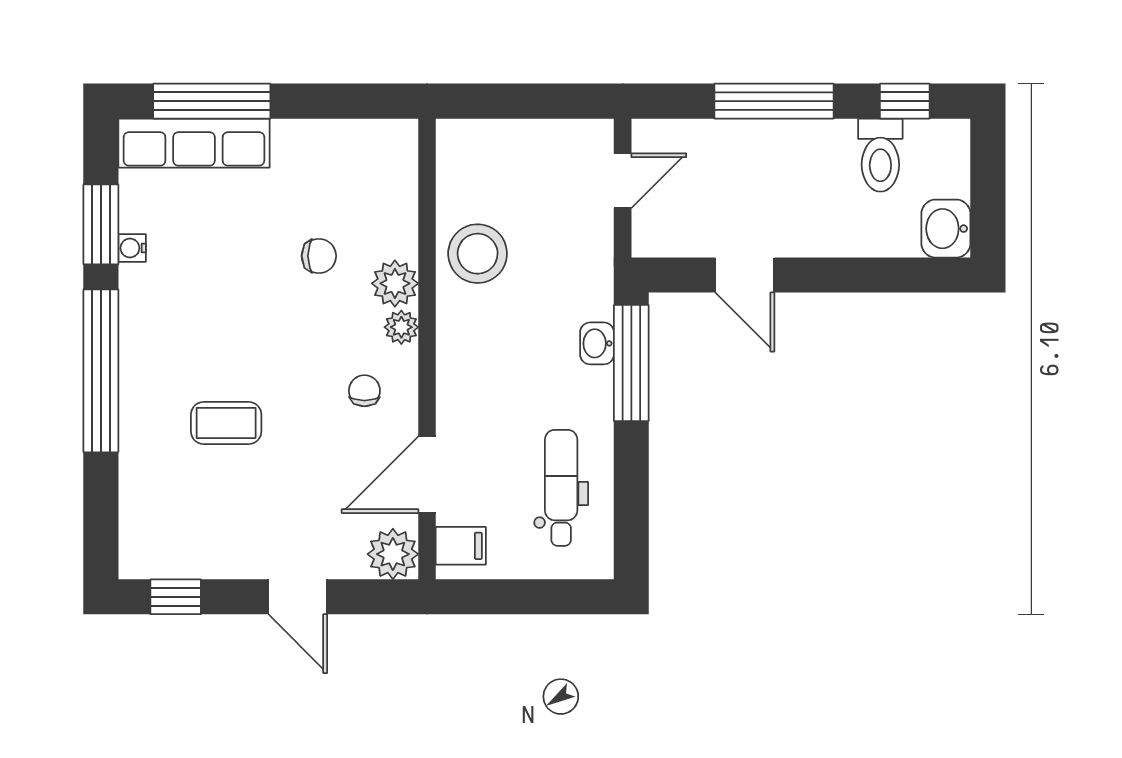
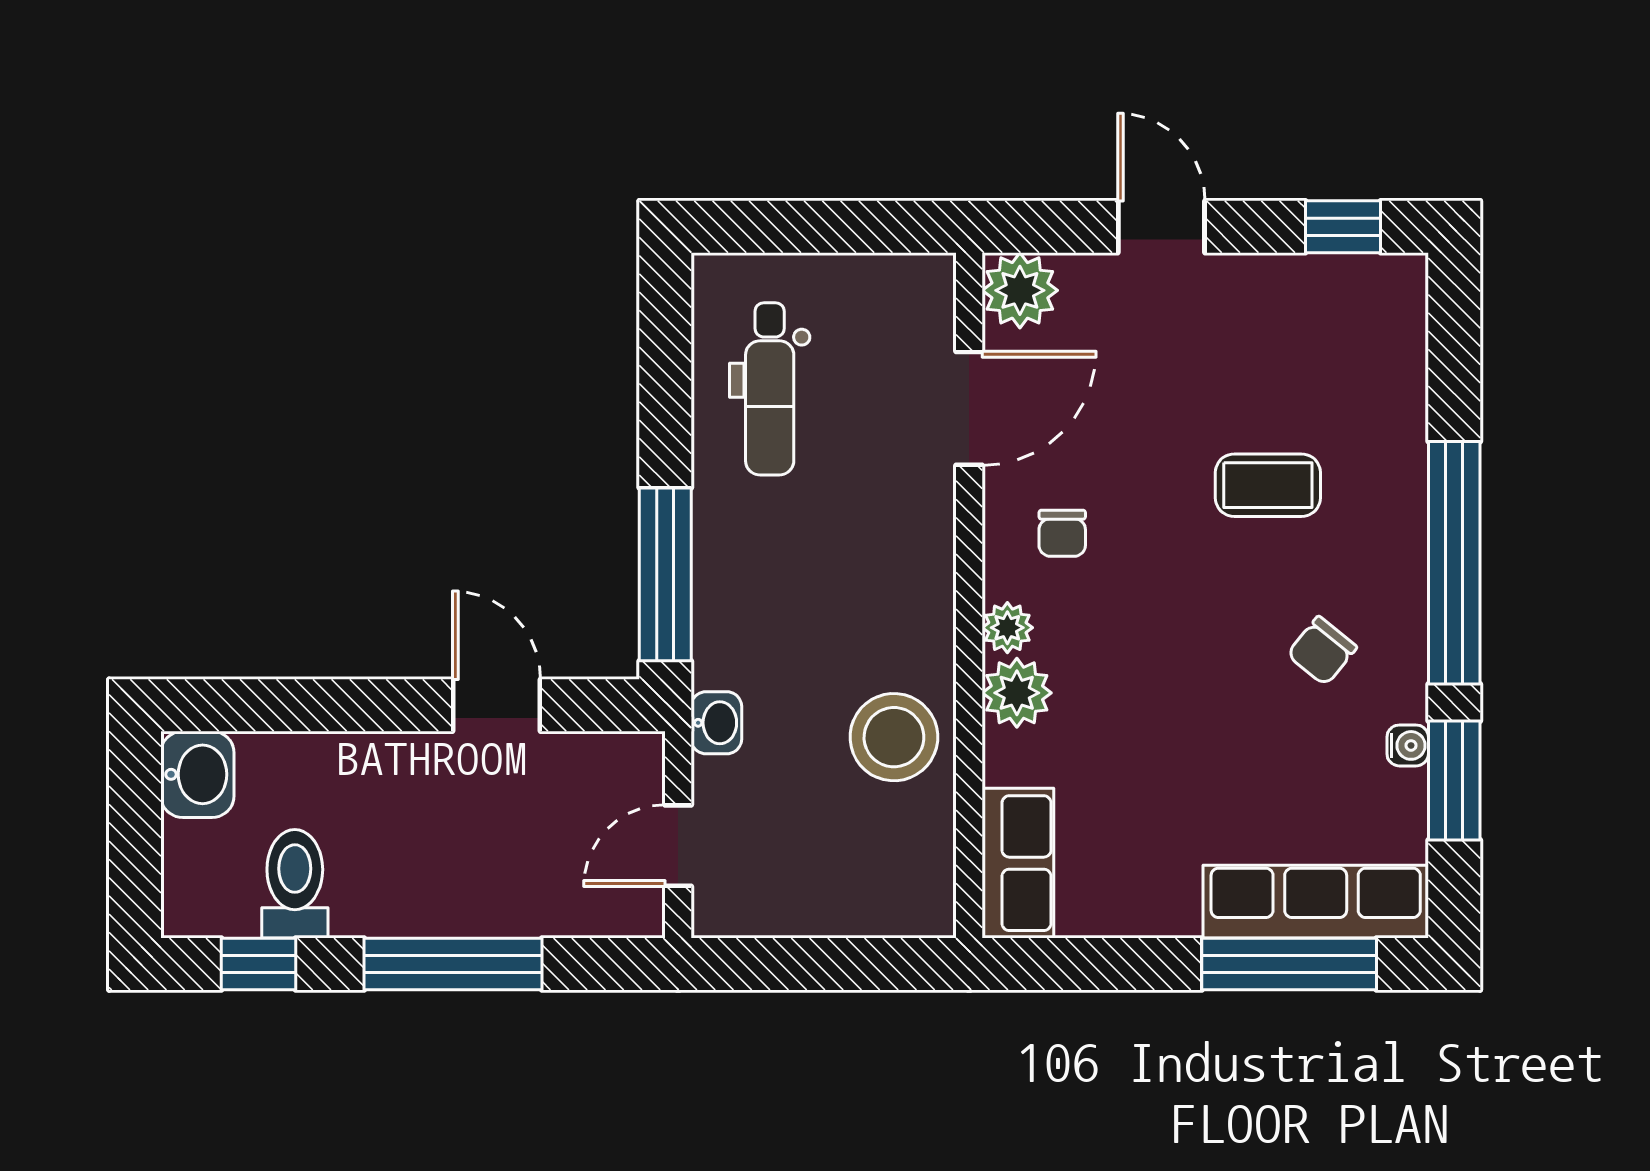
row of seats: (394, 169) -> (1018, 863), added
chair: (319, 256) -> (1322, 651), moved, turned -51
washbasin: (597, 343) -> (716, 723), moved
filing cabinet: (461, 546) -> (919, 303), removed

